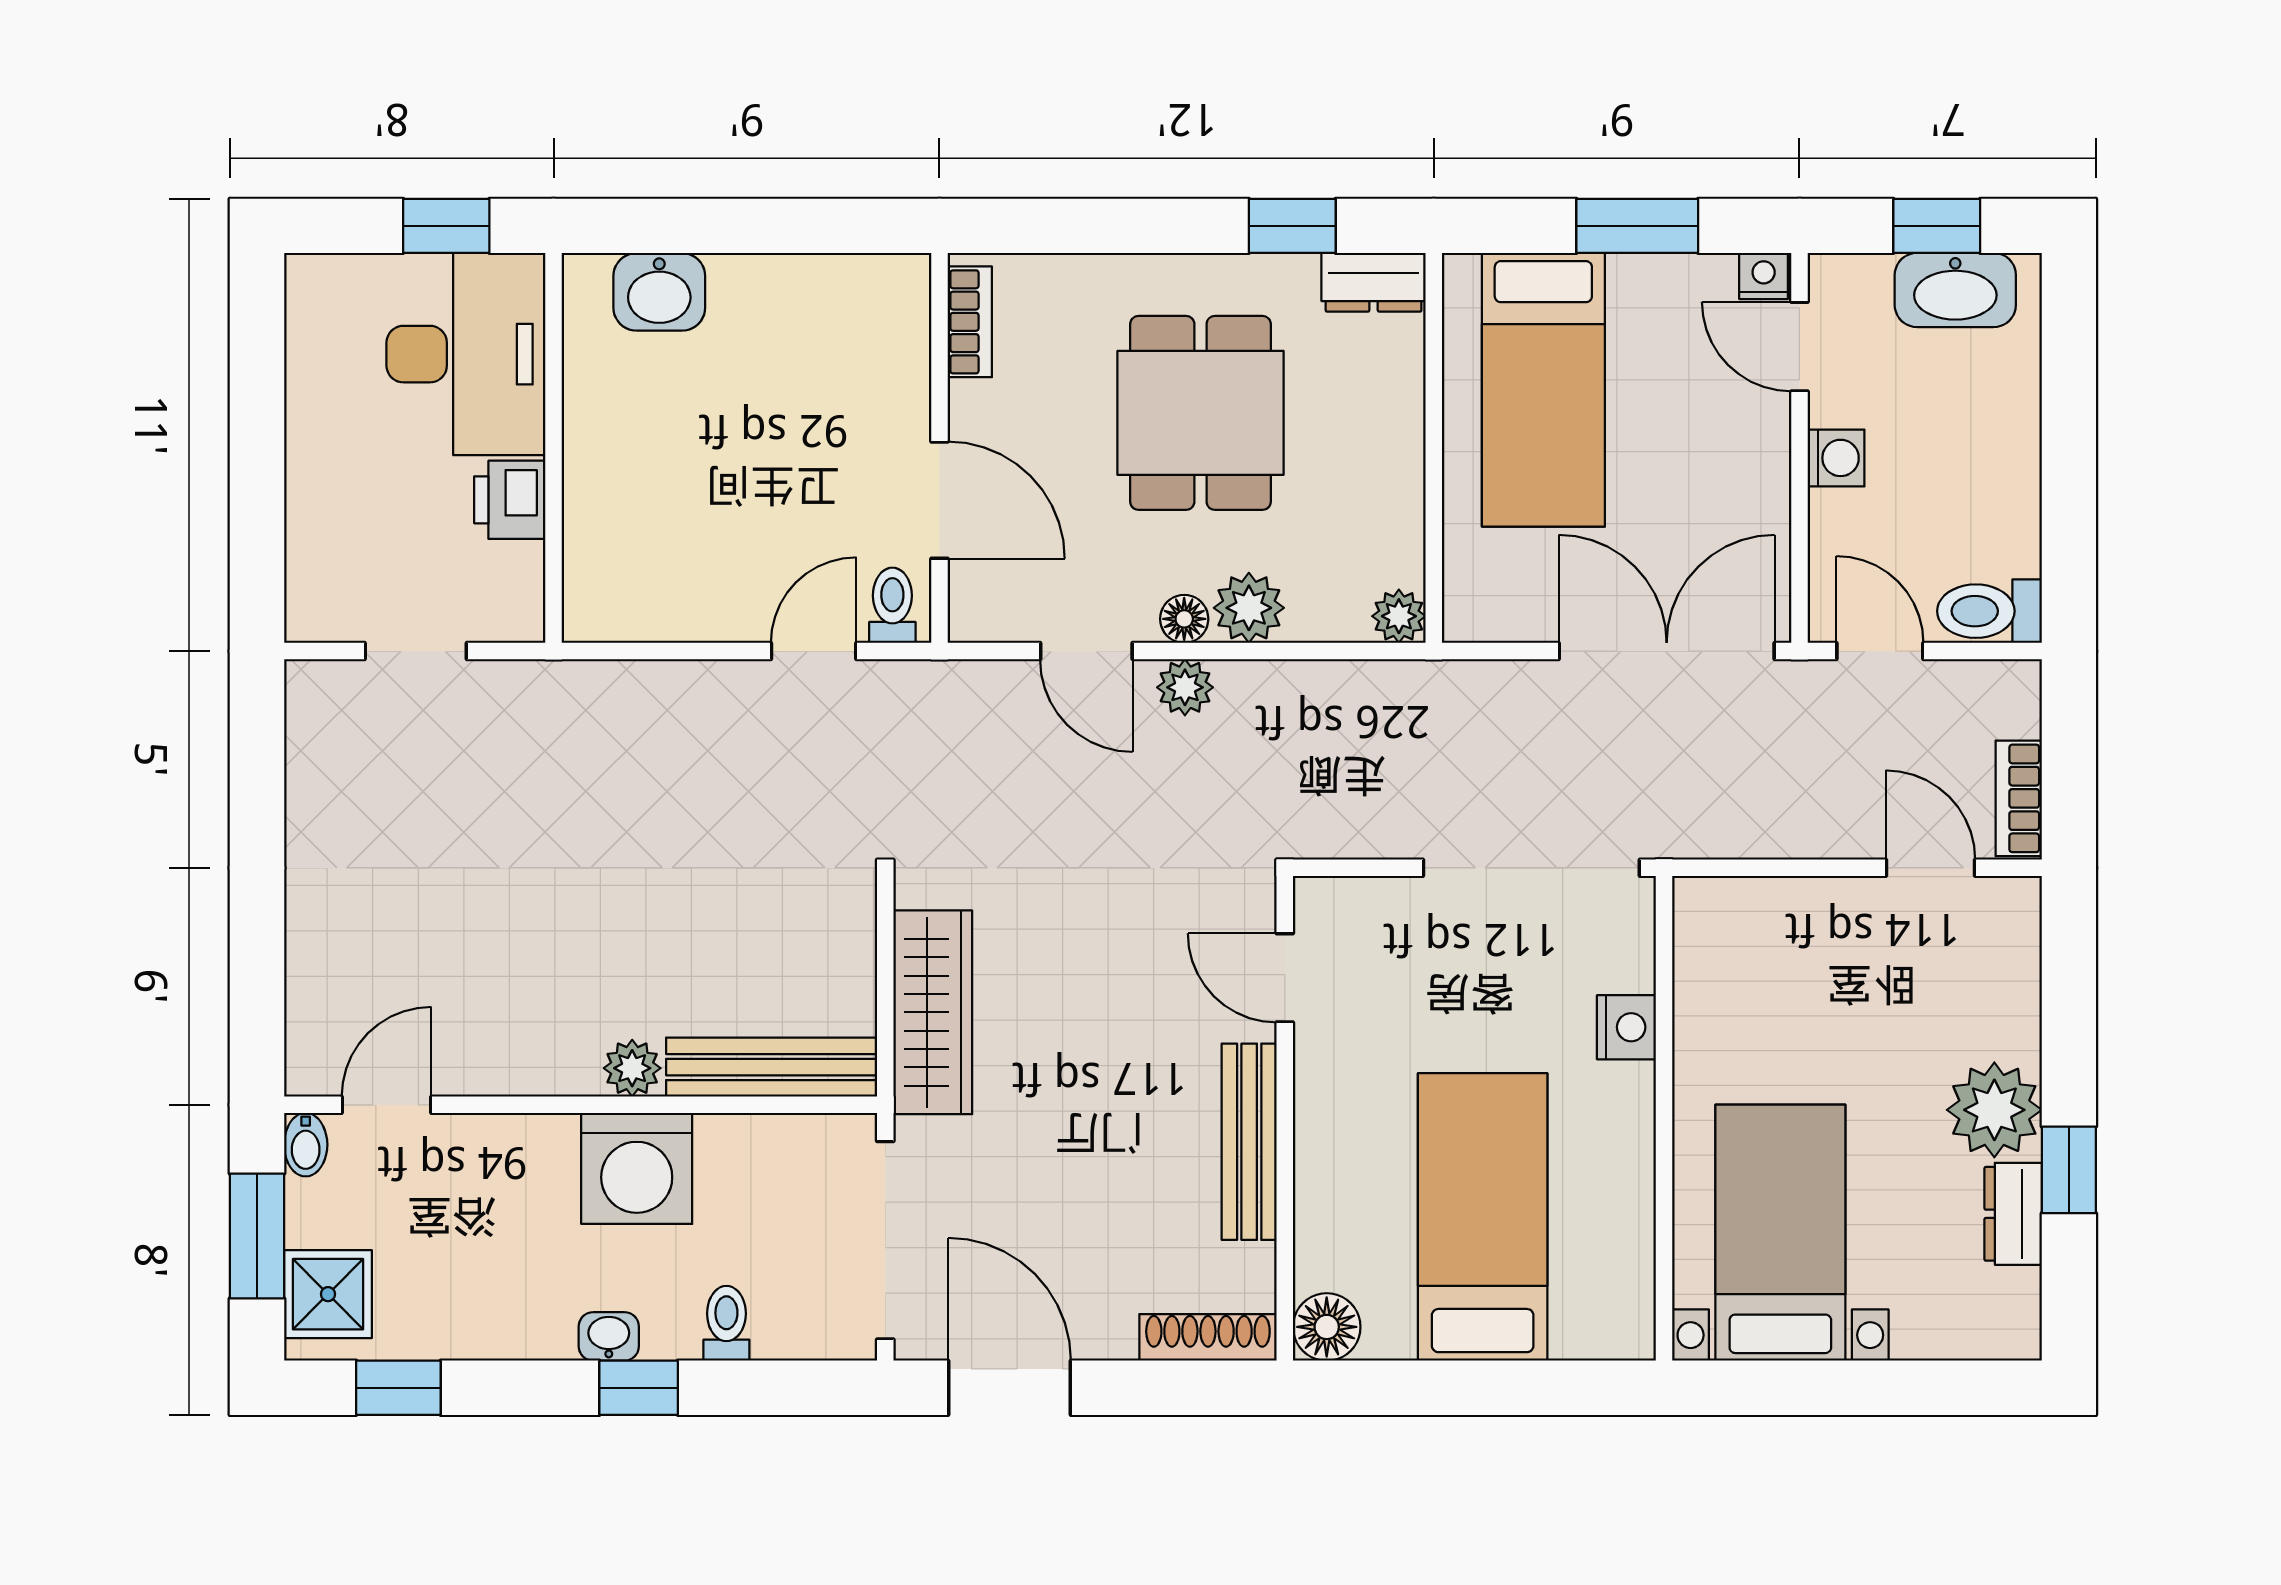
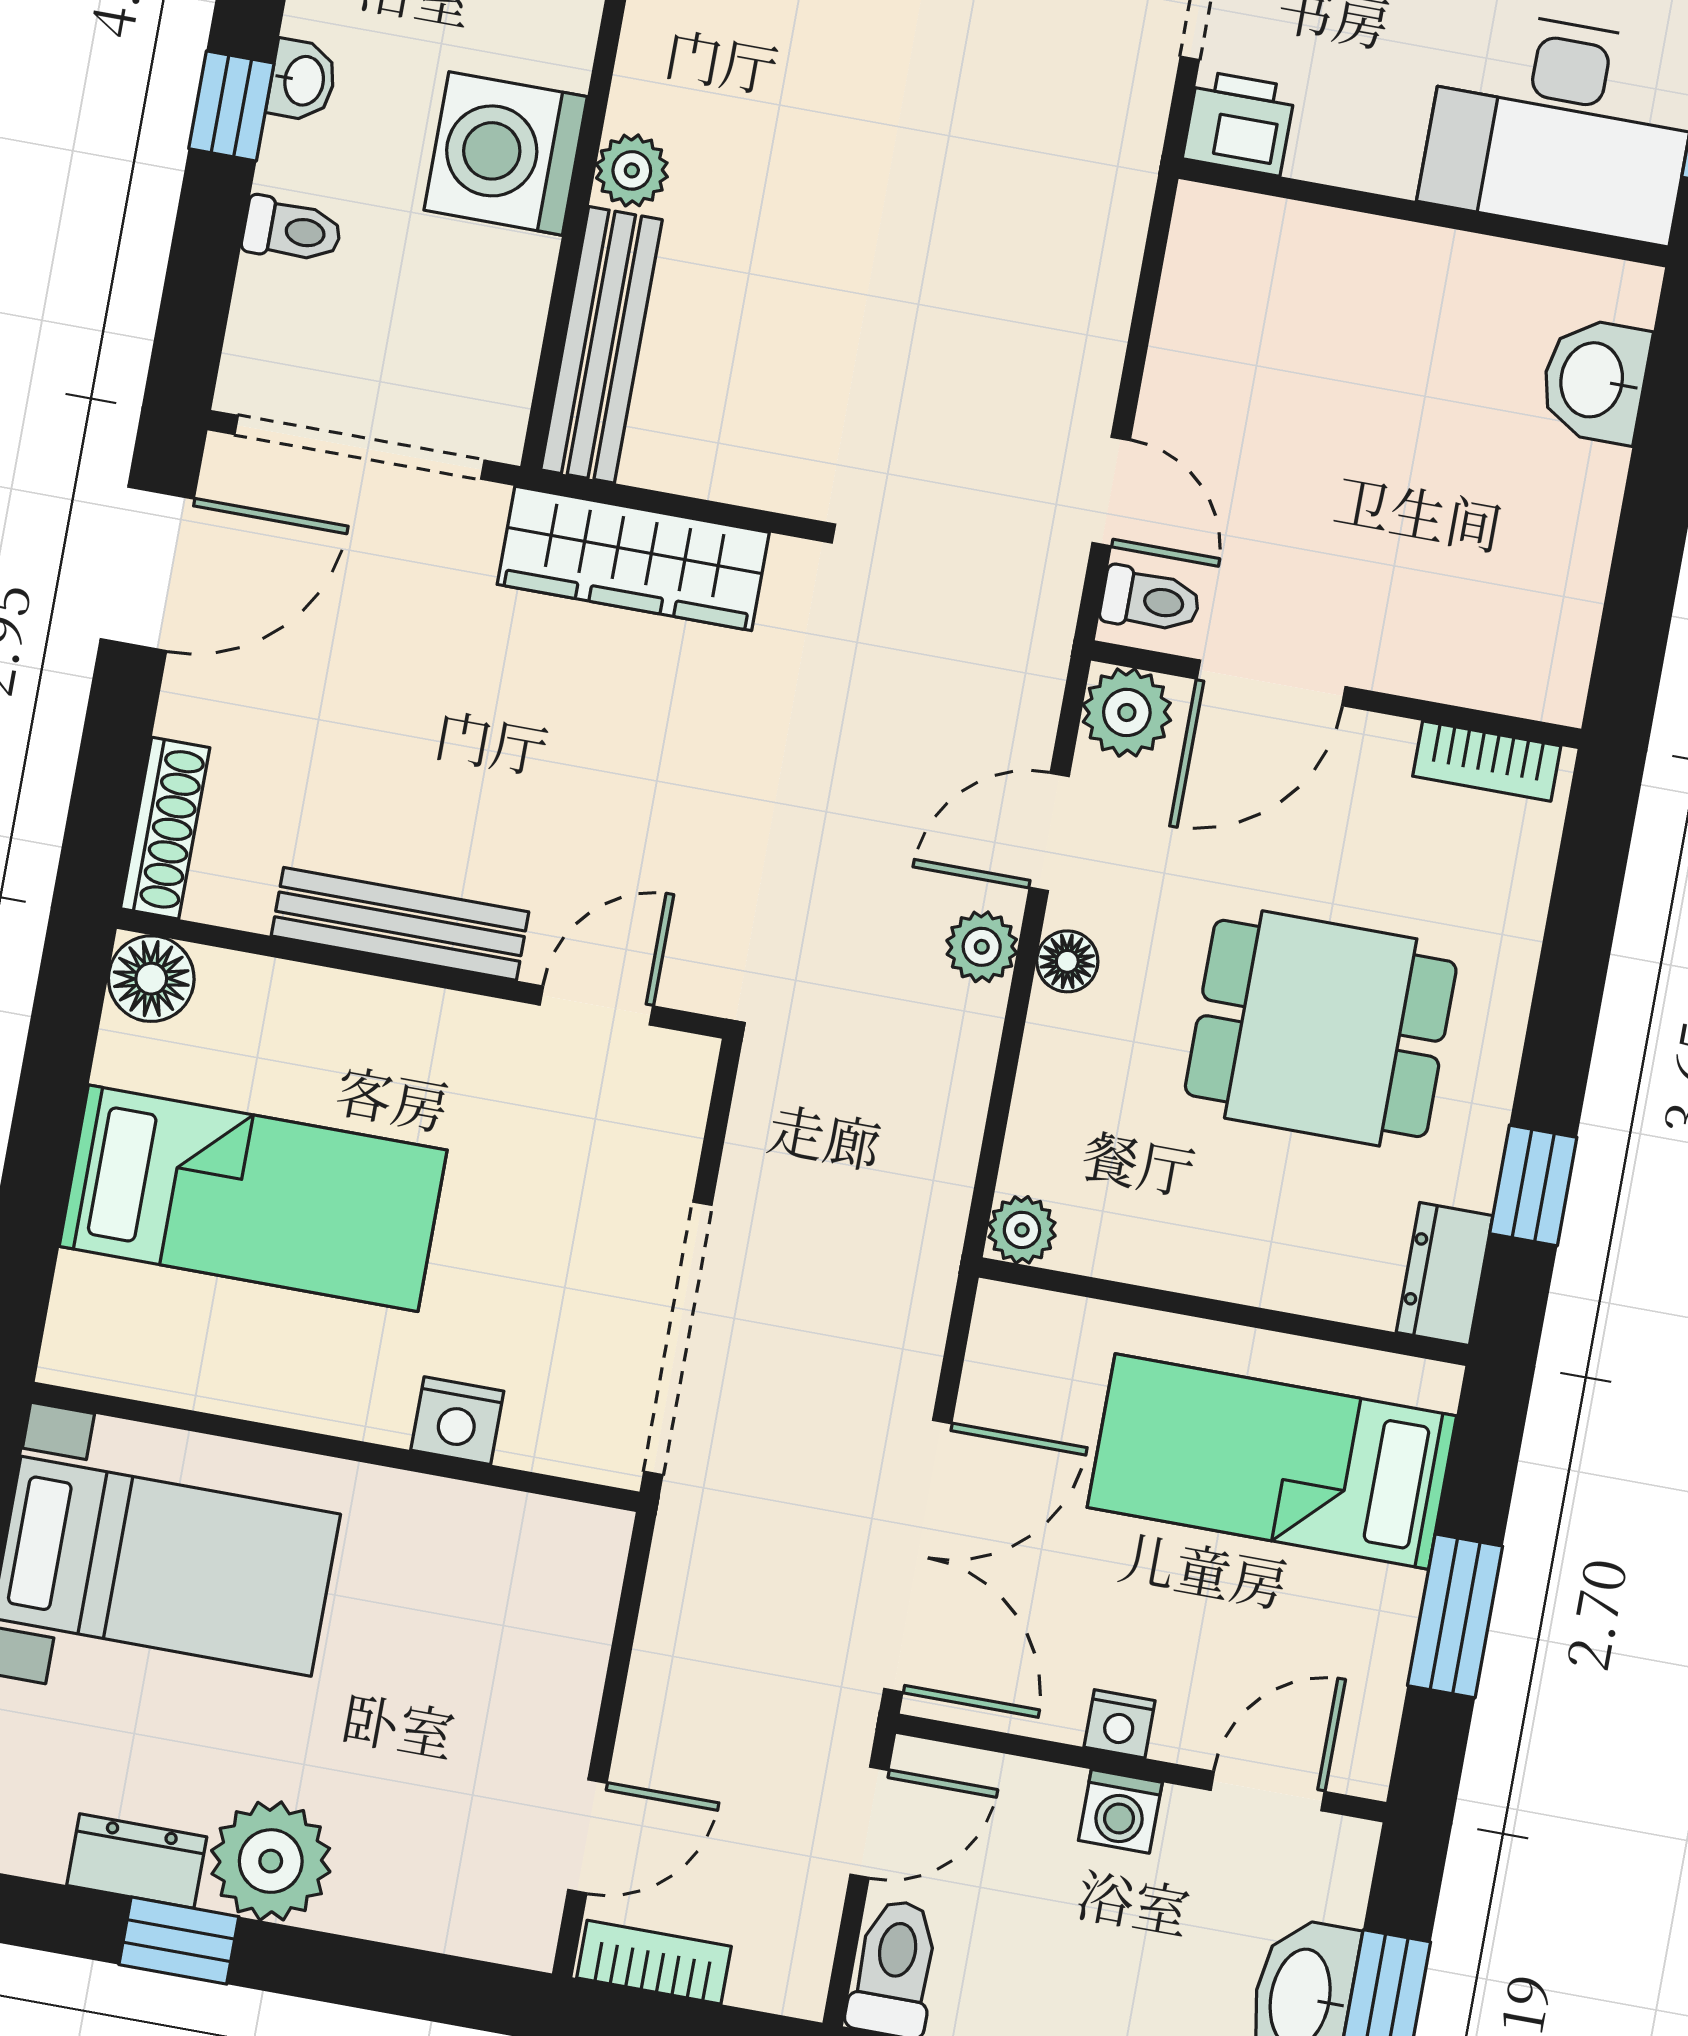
nightstand: (1764, 276) -> (1120, 1724), moved, turned 90
printer: (510, 500) -> (1239, 123), moved
plant: (1249, 608) -> (1127, 712), moved

